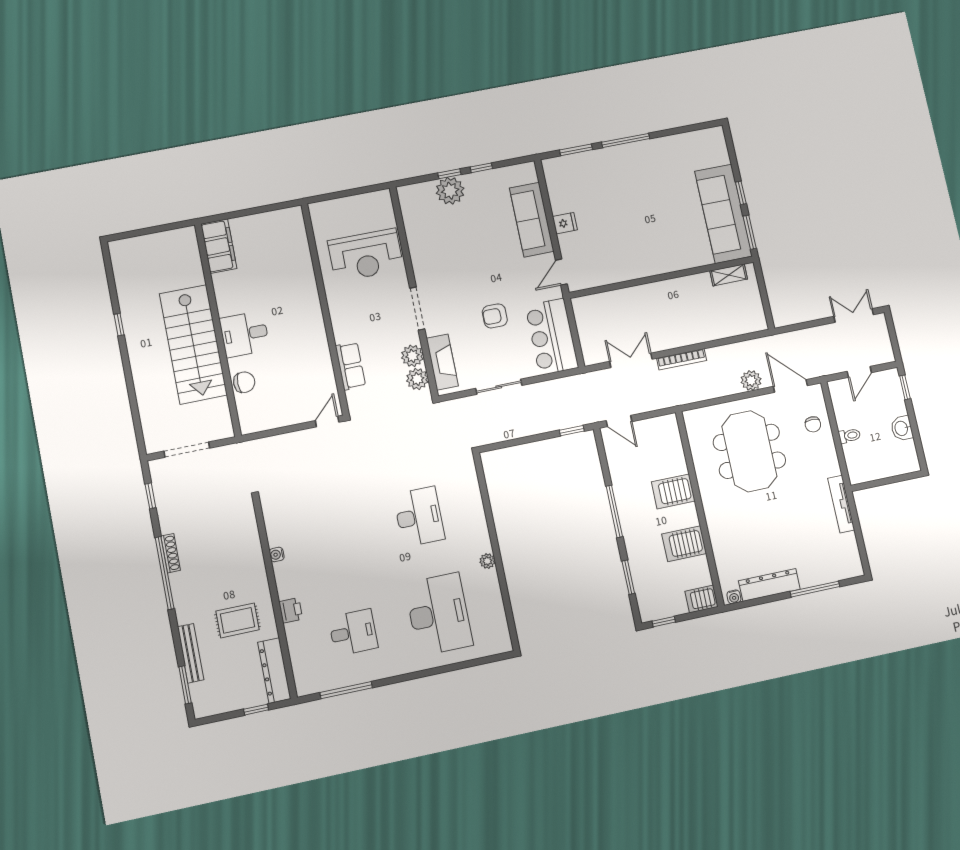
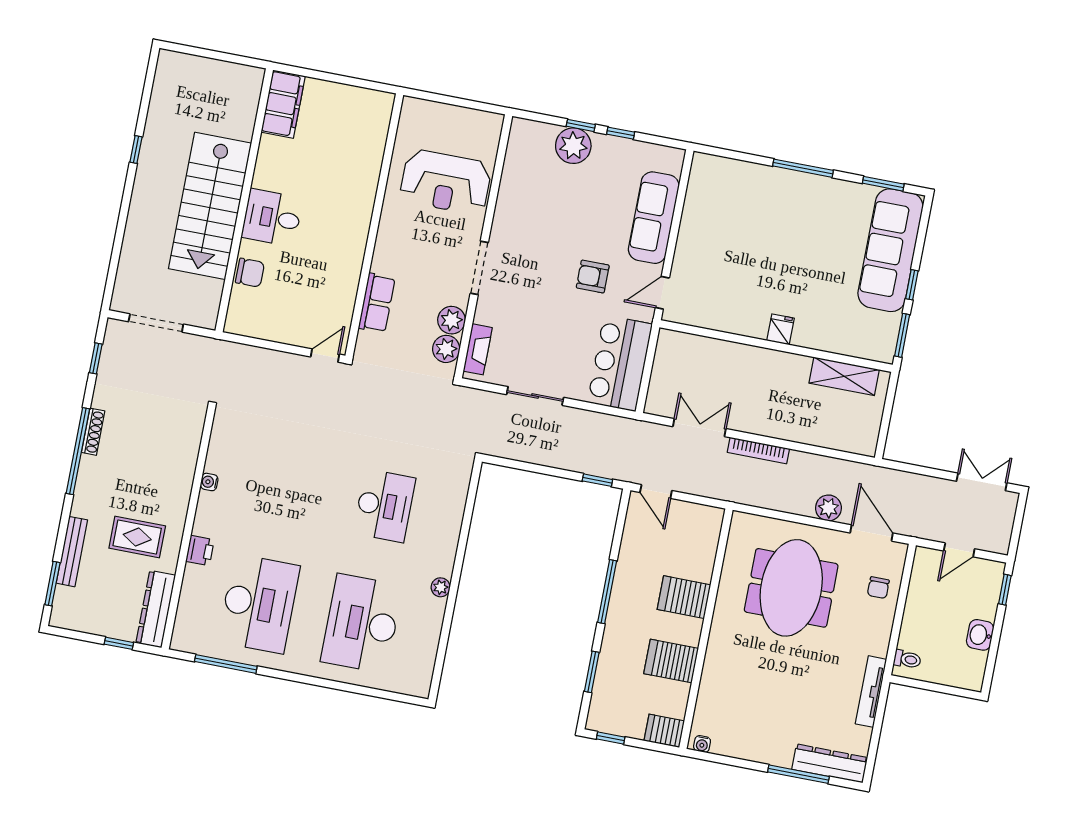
window: (576, 150) -> (883, 184), moved
sofa: (723, 214) -> (890, 250), moved
fridge: (565, 223) -> (780, 329), moved, turned -90
shelving: (729, 275) -> (844, 376), width x1.50, depth x1.33
armchair: (495, 316) -> (593, 276), moved
fireplace: (442, 362) -> (478, 349), width x0.73, depth x0.76
toilet: (850, 436) -> (907, 659), moved
dresser: (769, 585) -> (830, 763), moved
desk: (439, 614) -> (362, 624), turned 180
desk: (353, 632) -> (259, 604), width x1.87, depth x1.30

